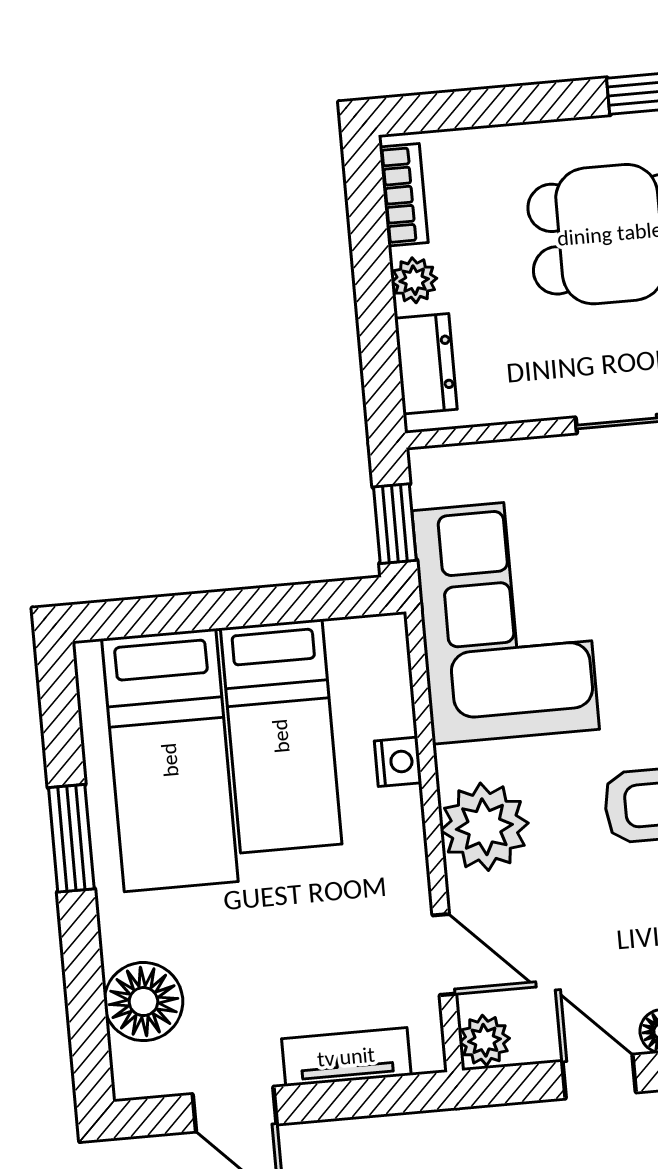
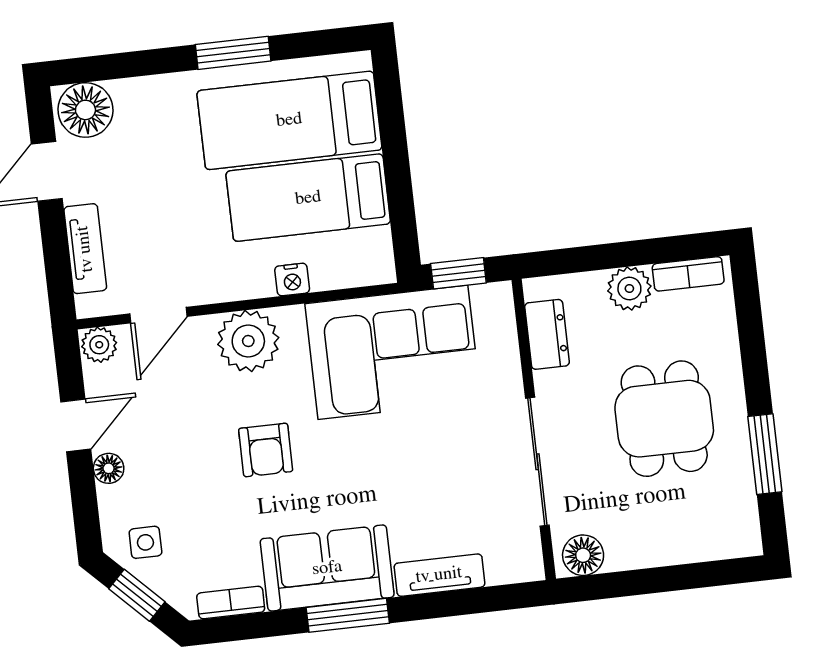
plant: (414, 280) -> (629, 289), width x1.38, depth x1.38
dresser: (426, 364) -> (547, 334), moved, turned -90
floor lamp: (143, 1002) -> (85, 110), moved

